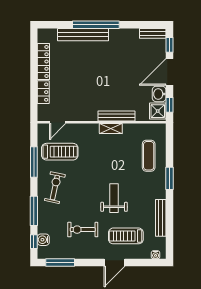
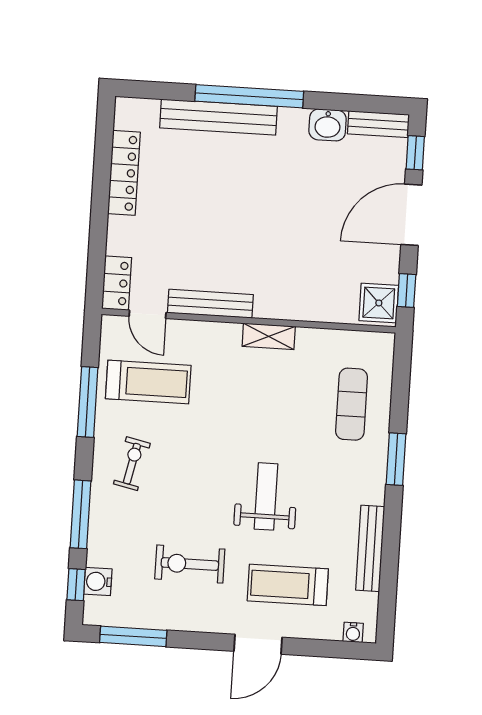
locker: (43, 92) -> (117, 283), moved
washbasin: (159, 94) -> (328, 125), moved, turned -90
bench: (116, 116) -> (210, 304), moved
door: (58, 122) -> (148, 314), hinge flipped
exercise bike: (55, 188) -> (132, 464), width x0.73, depth x0.72

